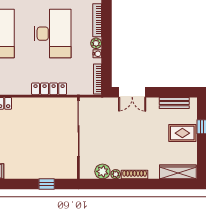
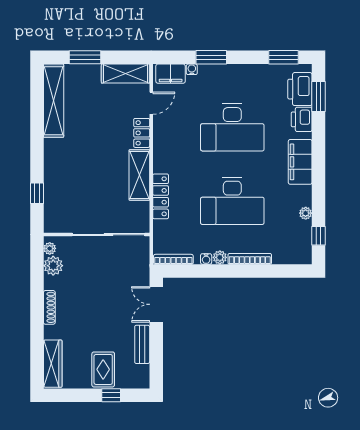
bench: (174, 103) -> (142, 344), moved
shelving: (33, 105) -> (139, 175), added
plant: (116, 174) -> (50, 248), moved

